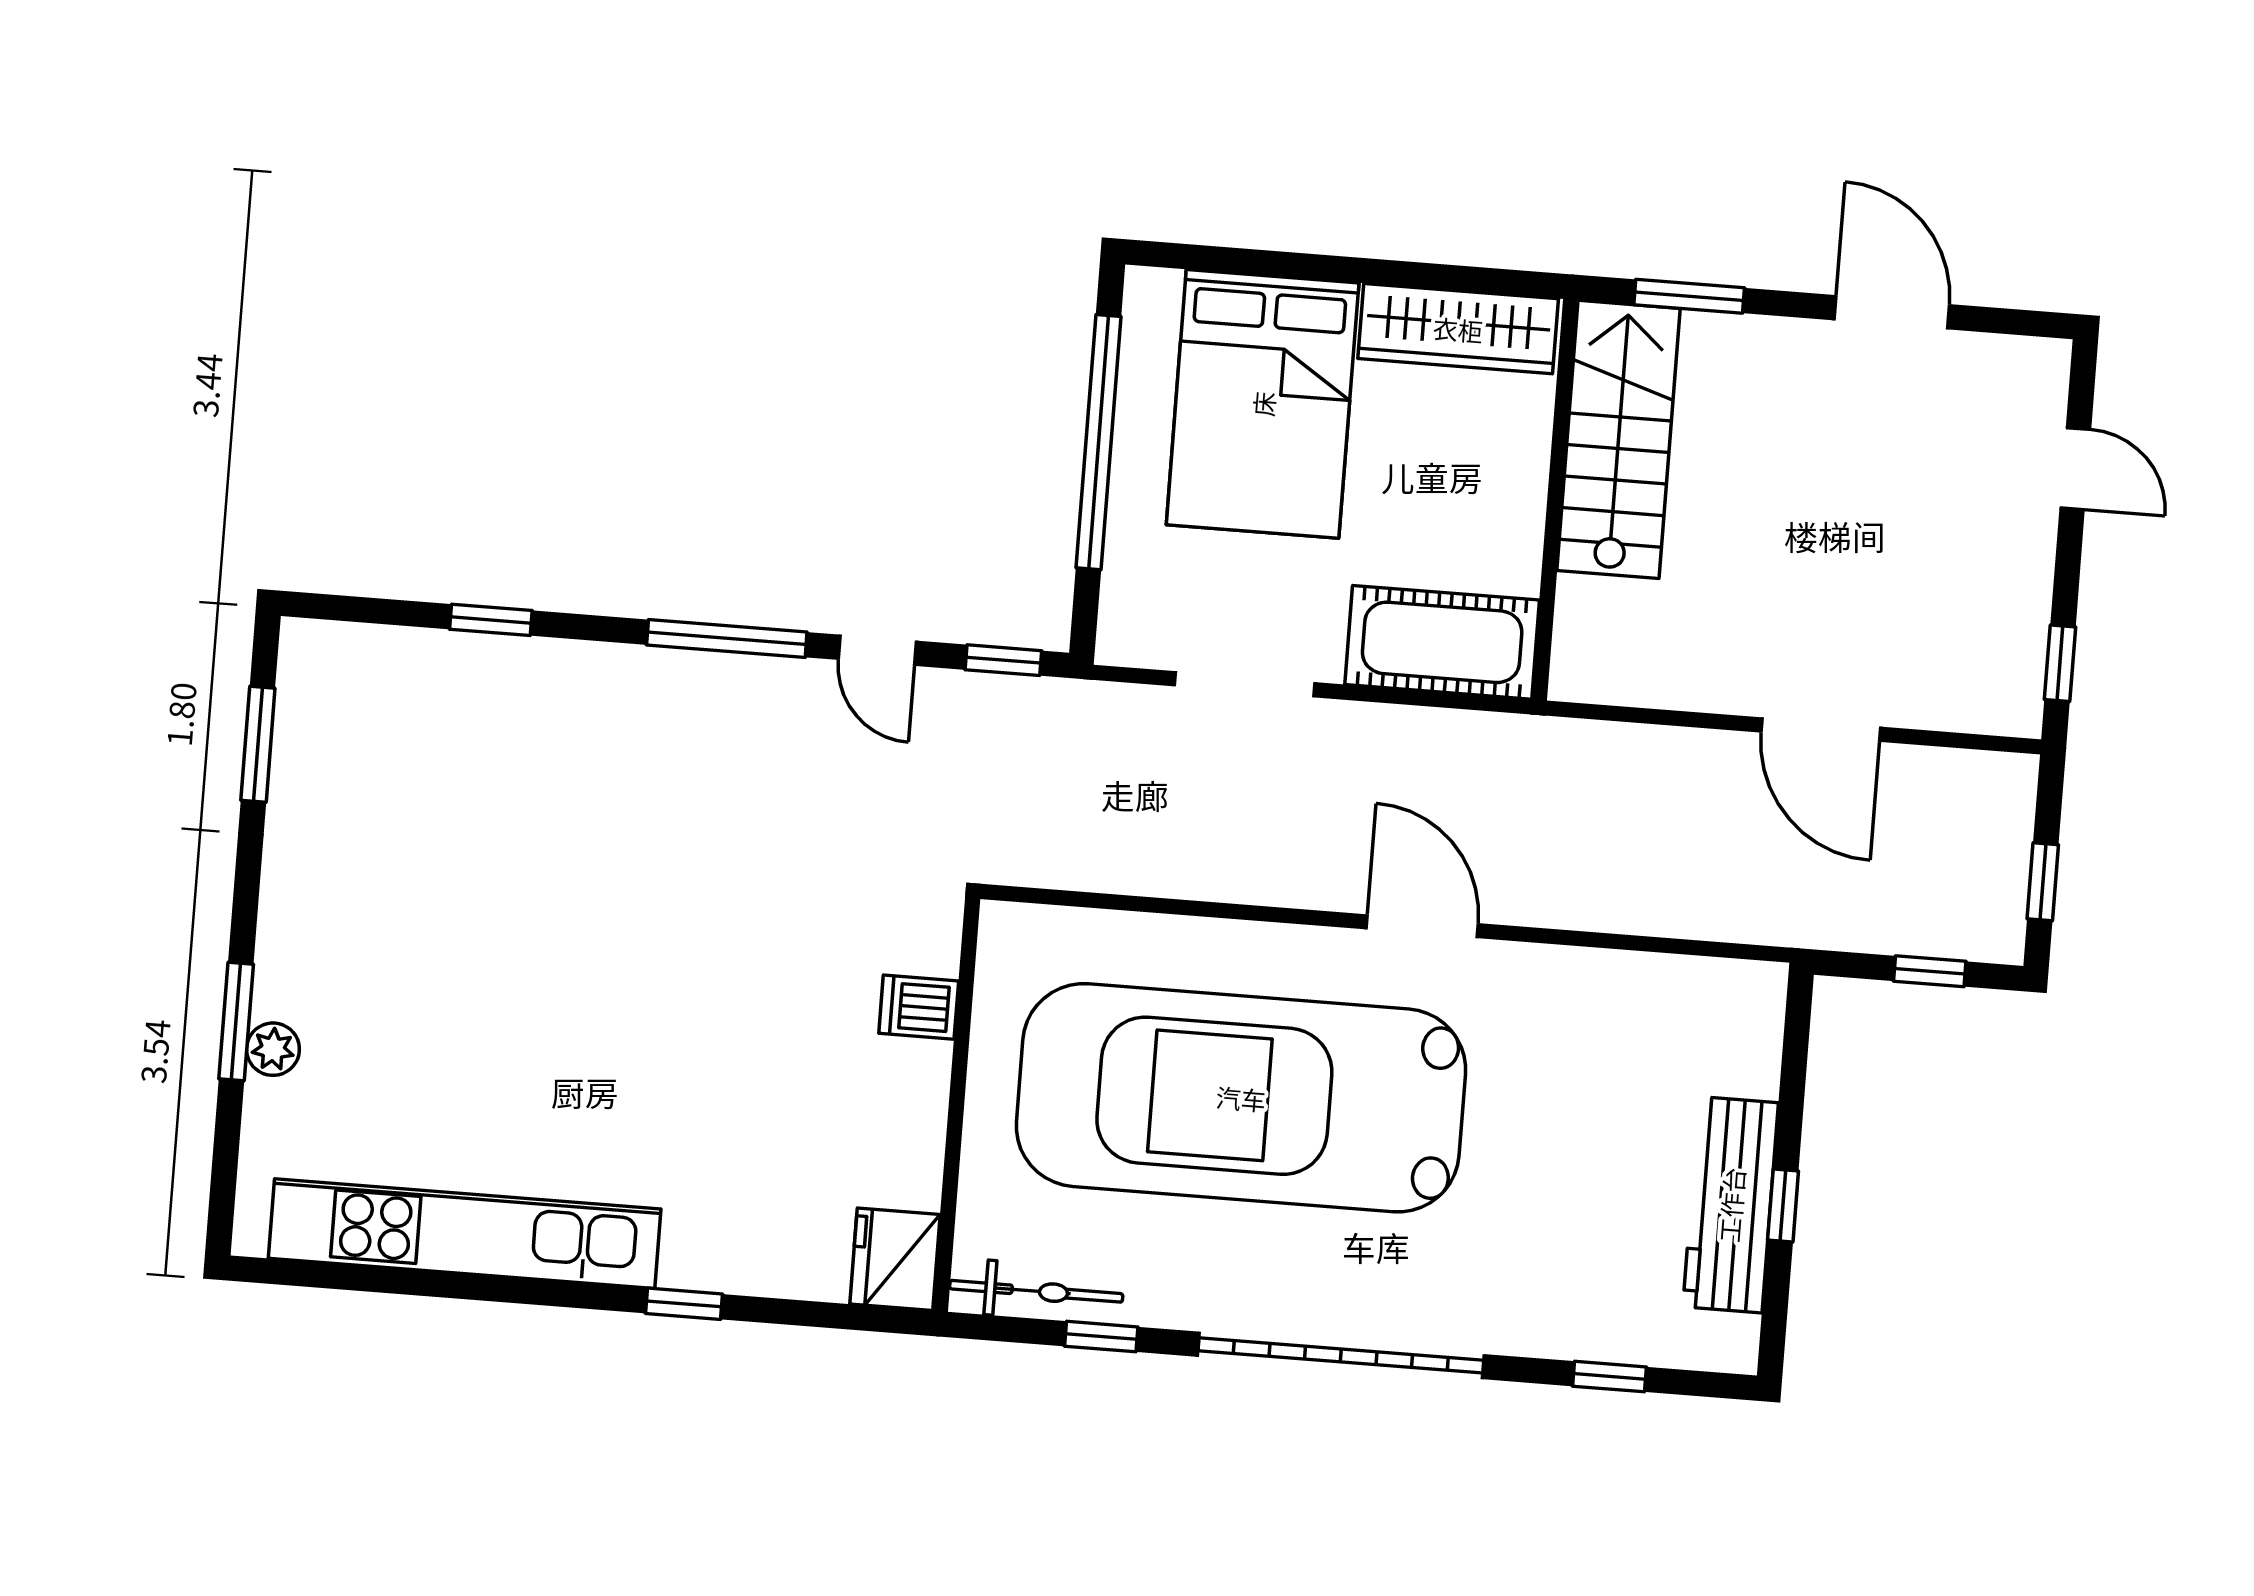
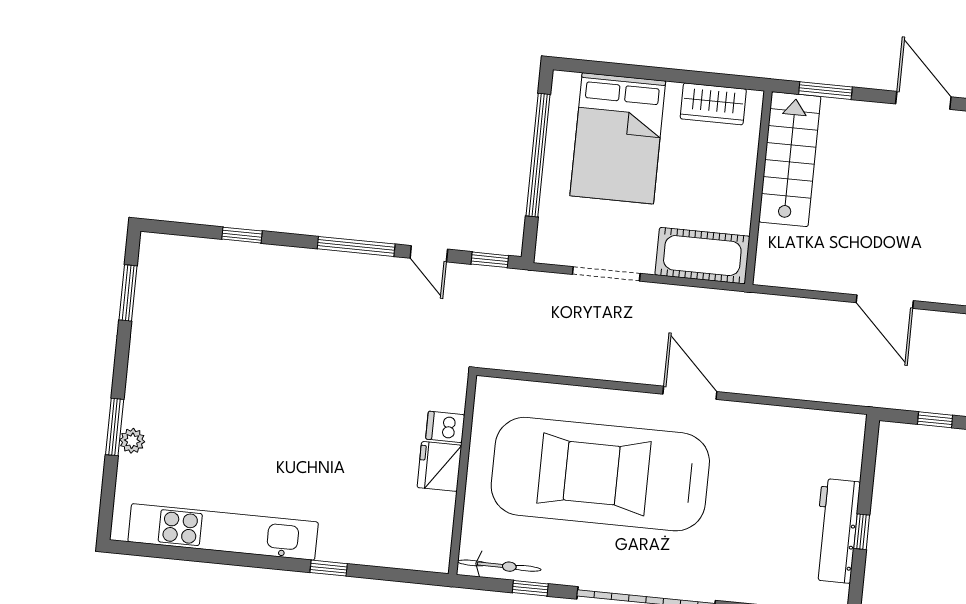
wardrobe: (1458, 329) -> (713, 104), width x0.67
fridge: (895, 1259) -> (439, 466), moved

